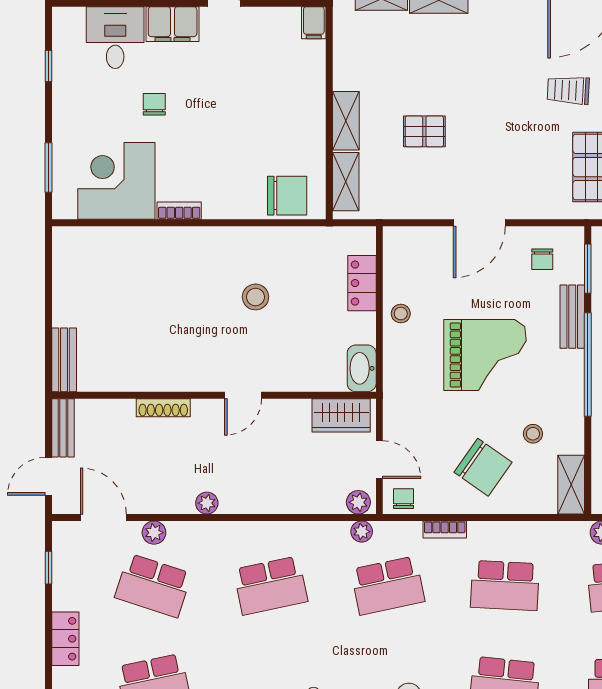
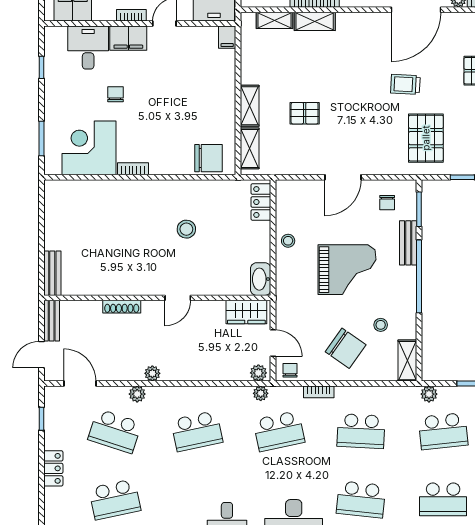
locker: (362, 283) -> (261, 202), moved
plant: (154, 533) -> (137, 394), moved

